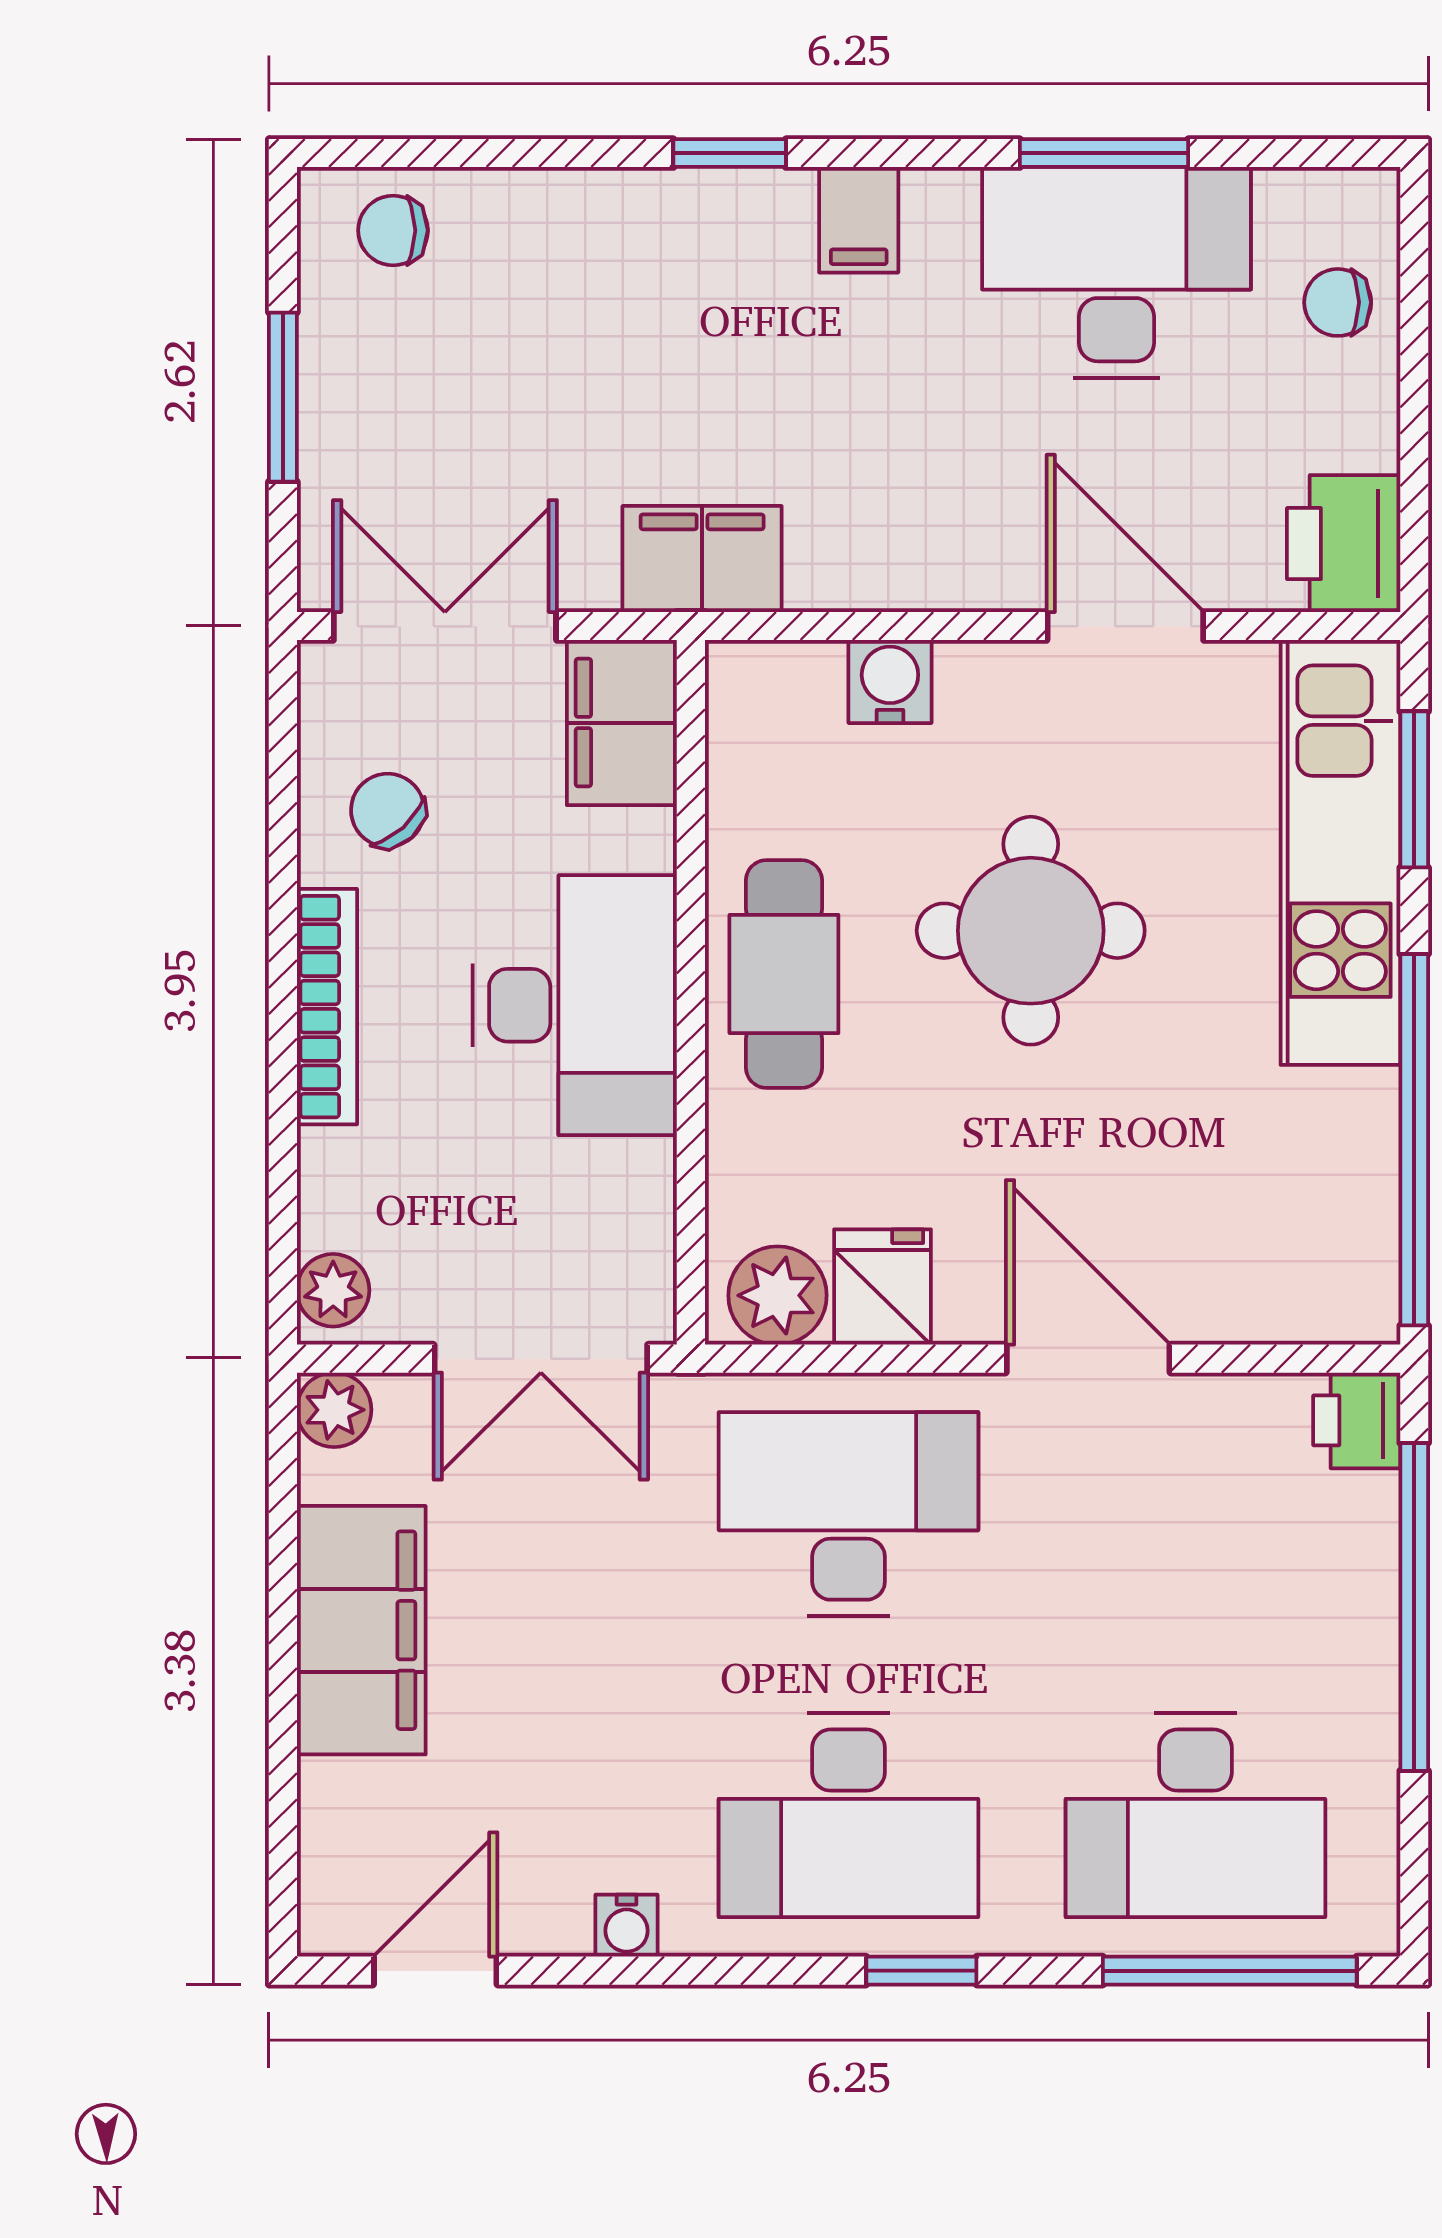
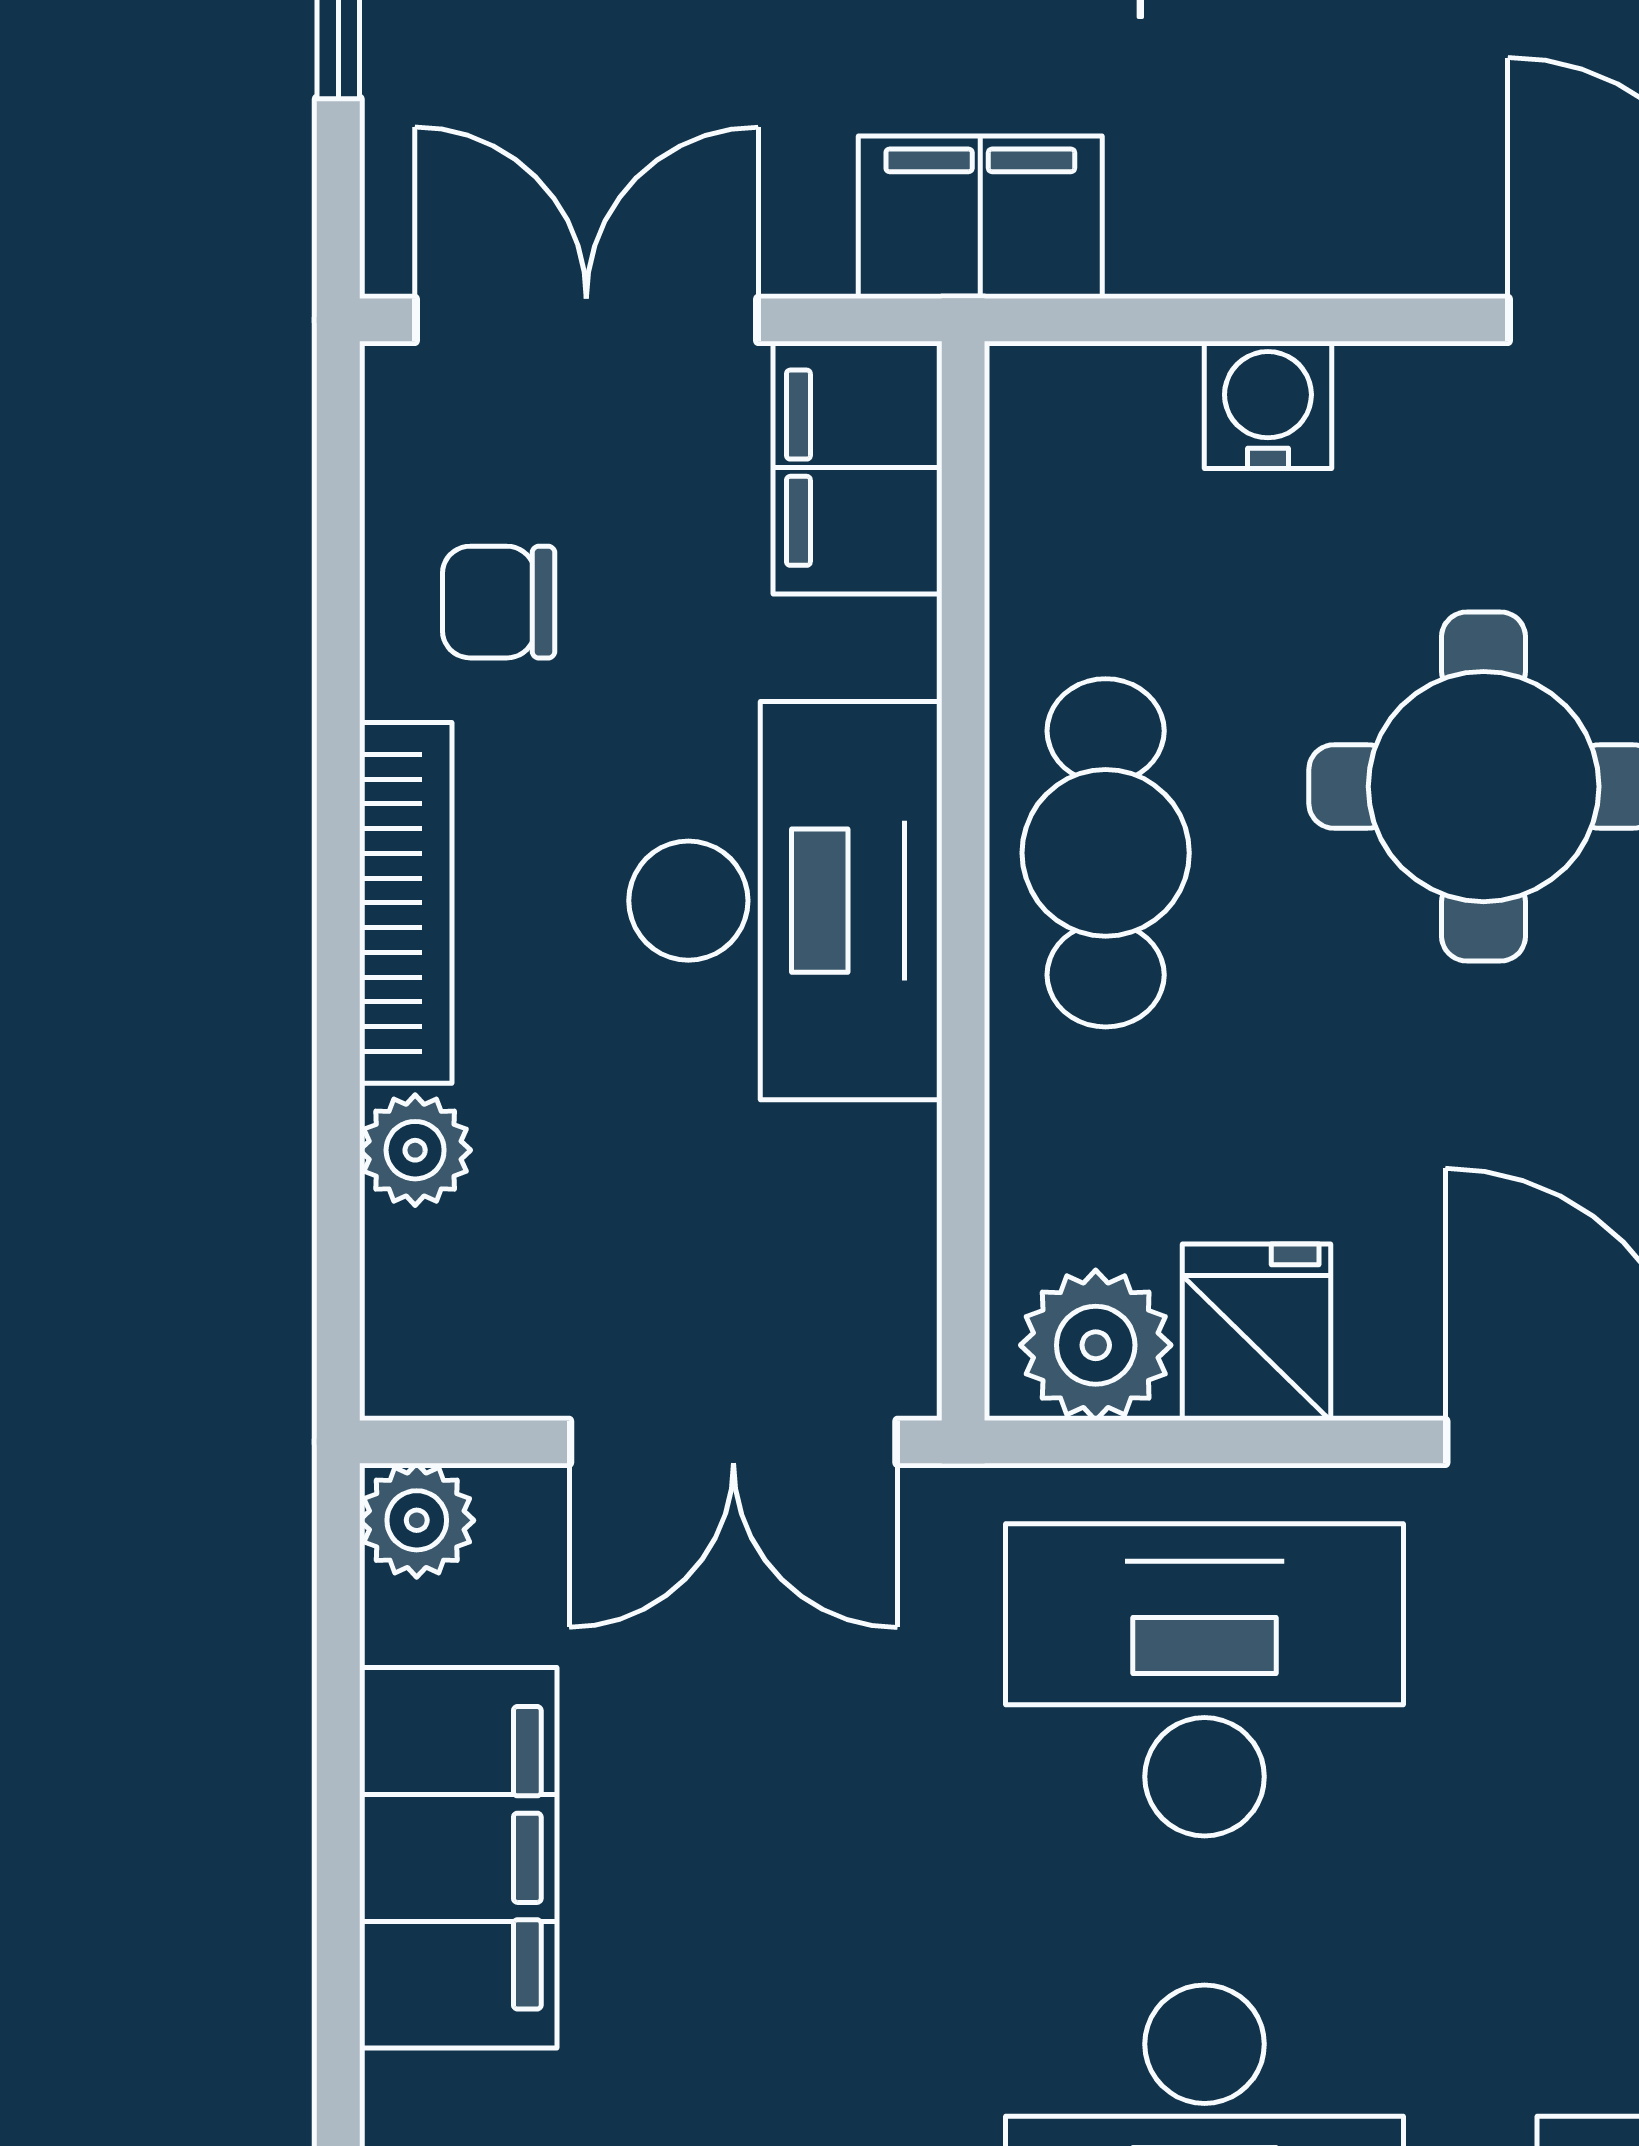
chair: (388, 810) -> (499, 602), turned -48
plant: (333, 1290) -> (415, 1150), moved

